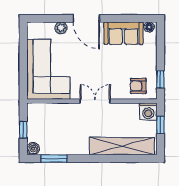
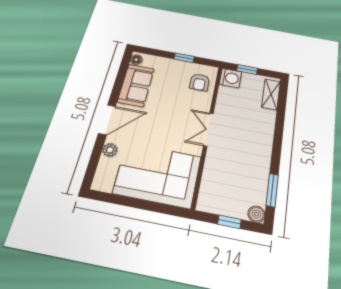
window: (160, 79) -> (184, 58), moved
shelving: (122, 146) -> (271, 94), width x0.45, depth x0.75

